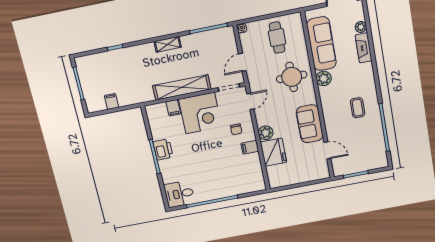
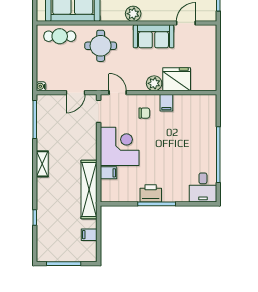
cafe table: (277, 38) -> (60, 36), moved
door: (242, 62) -> (76, 93), hinge flipped
plant: (324, 78) -> (133, 14), moved
shelving: (182, 87) -> (89, 190), moved

